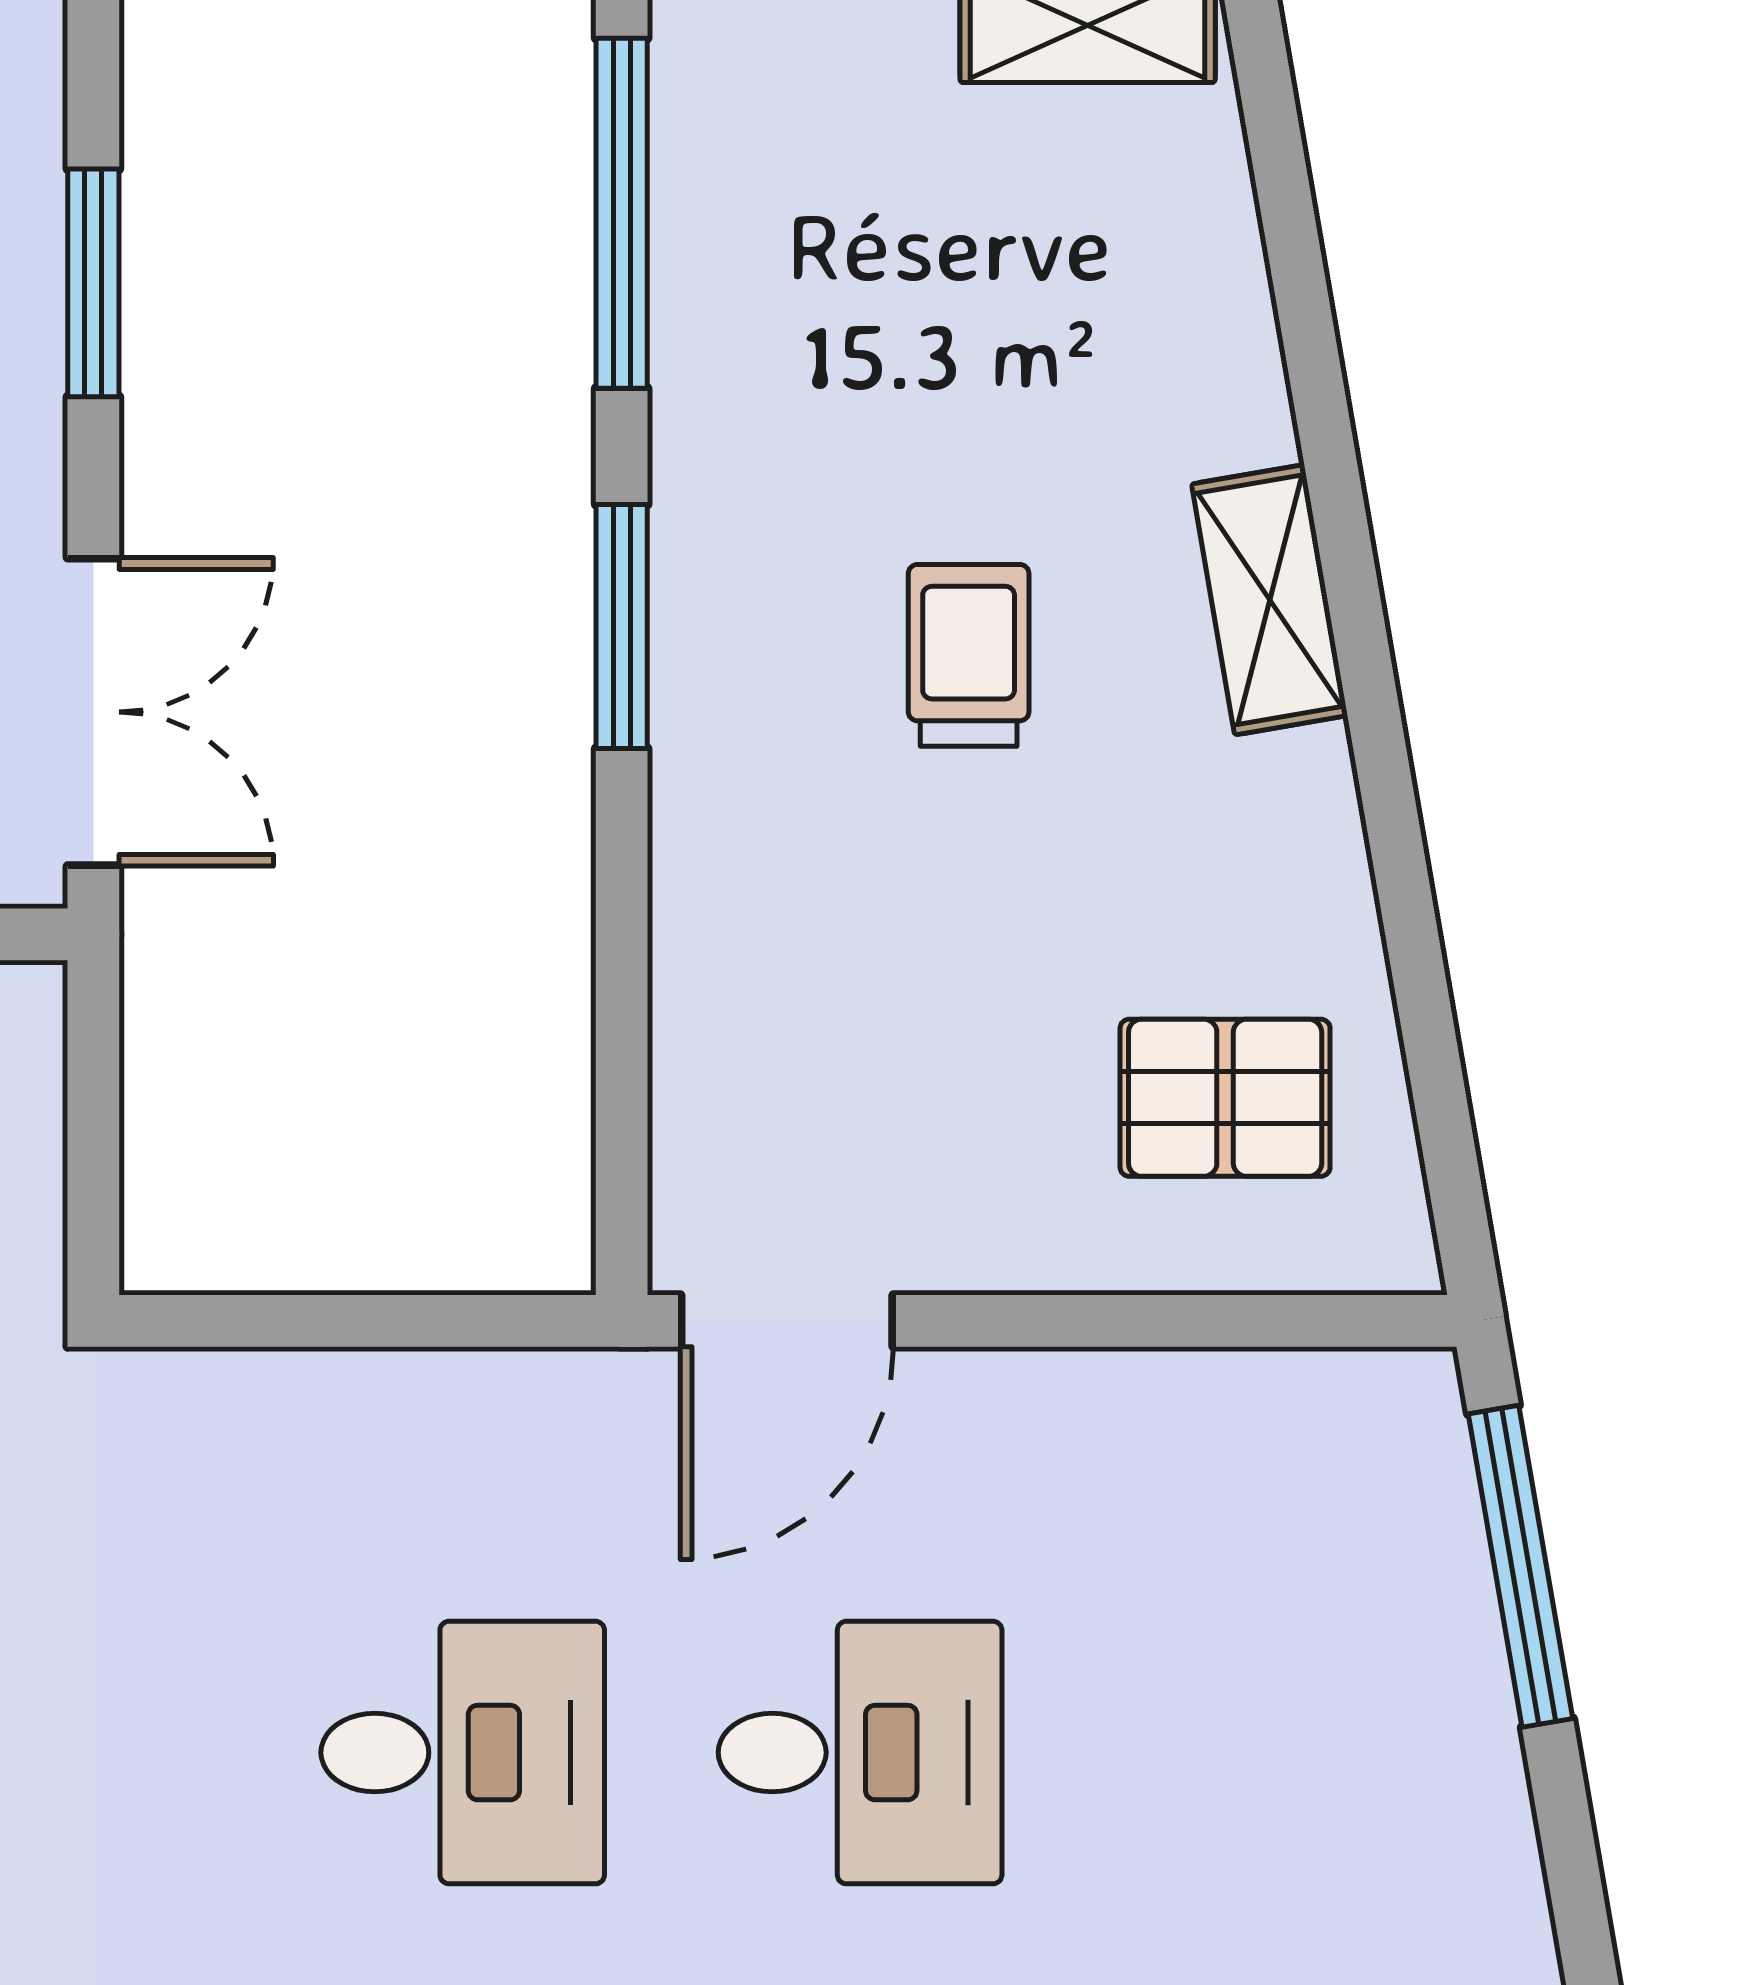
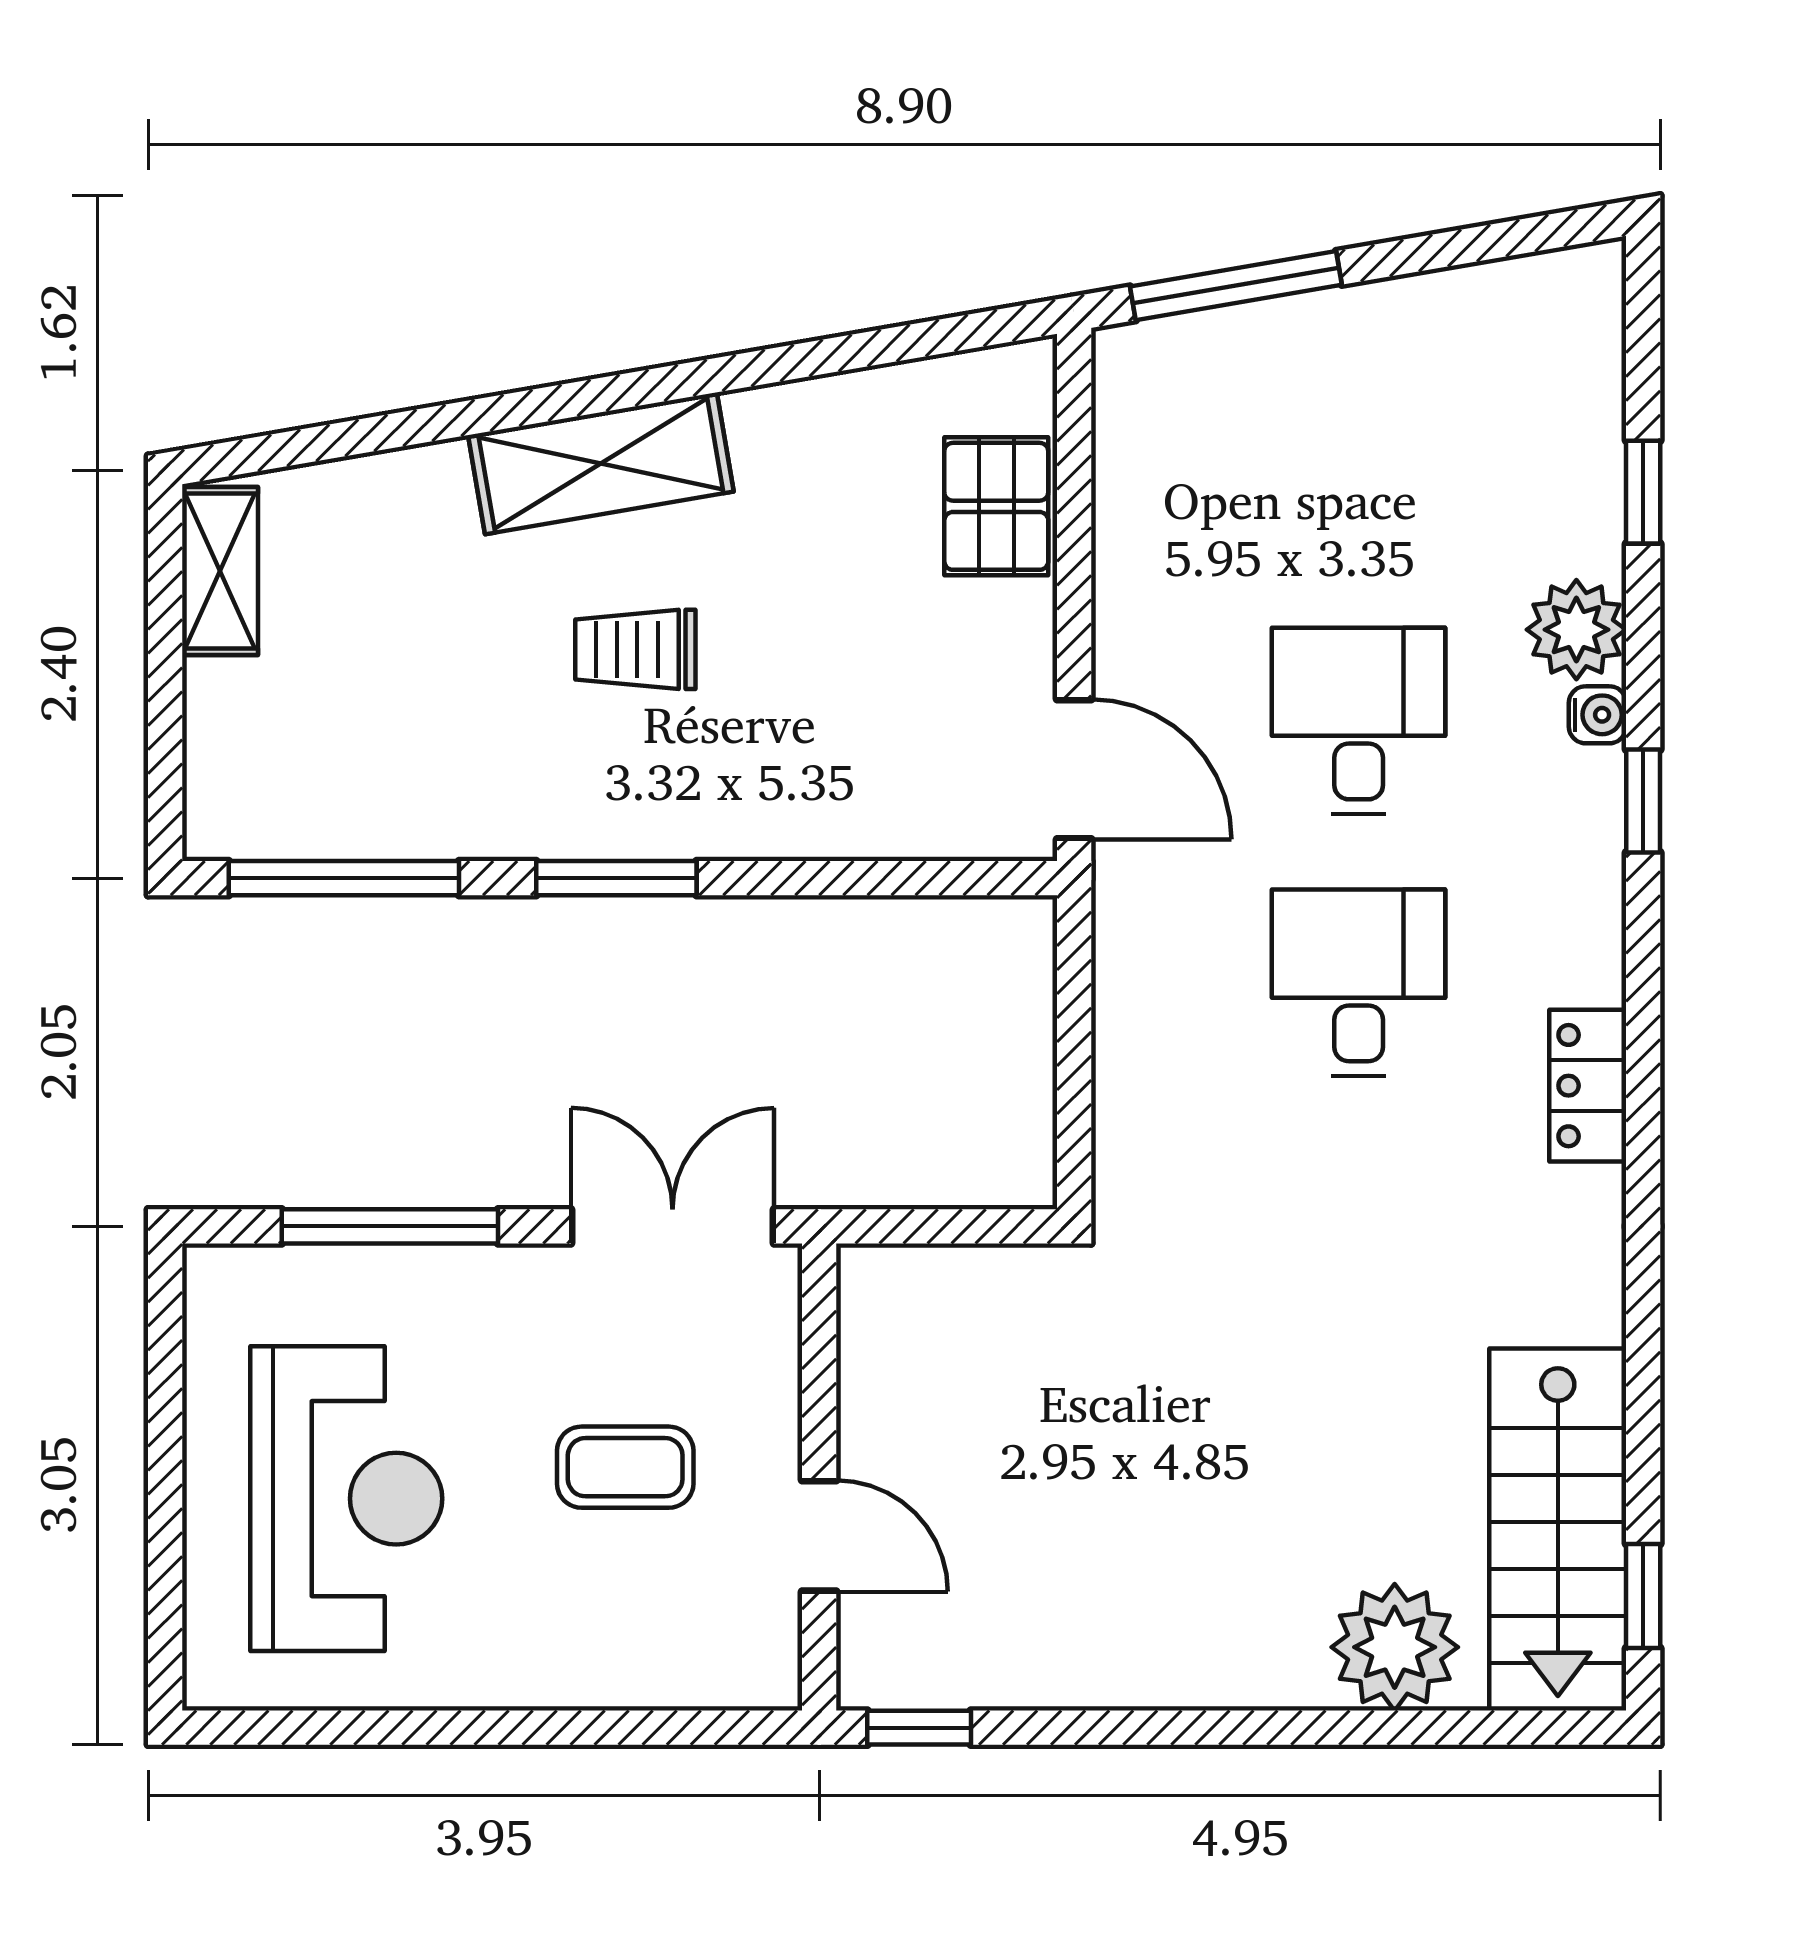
window: (93, 283) -> (390, 1226), width x1.44
shelving: (1270, 600) -> (601, 463), width x1.50, depth x1.33
pallet: (1225, 1098) -> (996, 506), moved

